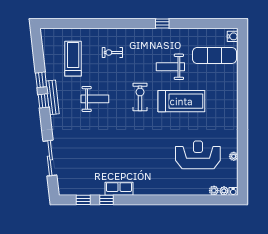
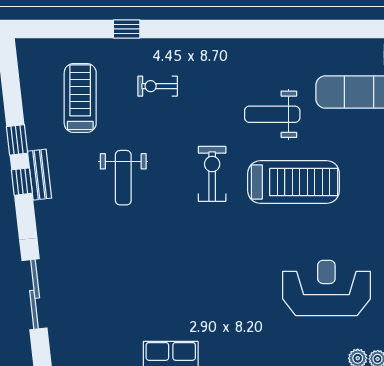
window: (162, 24) -> (127, 29), moved
bench: (53, 97) -> (40, 175), width x0.73
weight bench: (95, 99) -> (123, 178), turned 90

